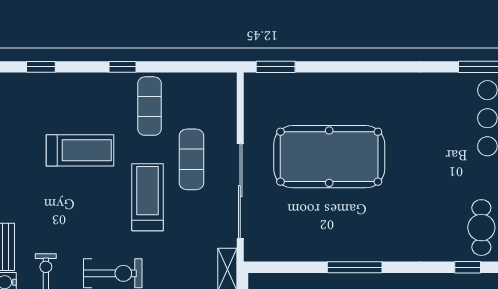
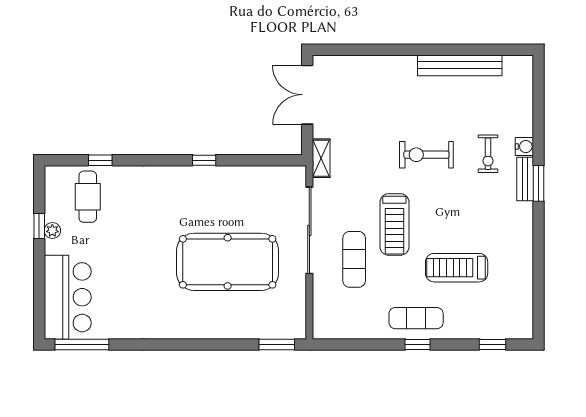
exercise mat: (149, 106) -> (416, 318), moved, turned 90
window: (355, 267) -> (204, 160), width x0.46

